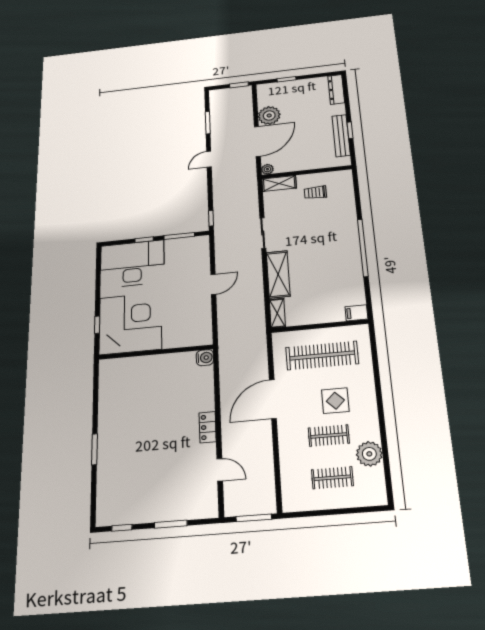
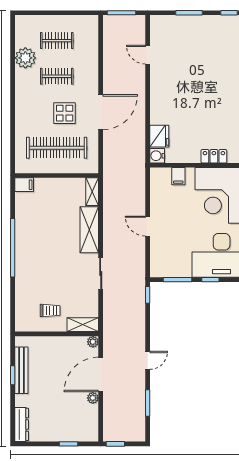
plant: (269, 115) -> (93, 398), width x0.53, depth x0.53
door: (213, 284) -> (148, 226), hinge flipped
filing cabinet: (180, 338) -> (178, 176), added
fridge: (203, 379) -> (159, 136), added
display table: (335, 401) -> (65, 113), moved
locker: (208, 427) -> (214, 156), moved, turned -90

